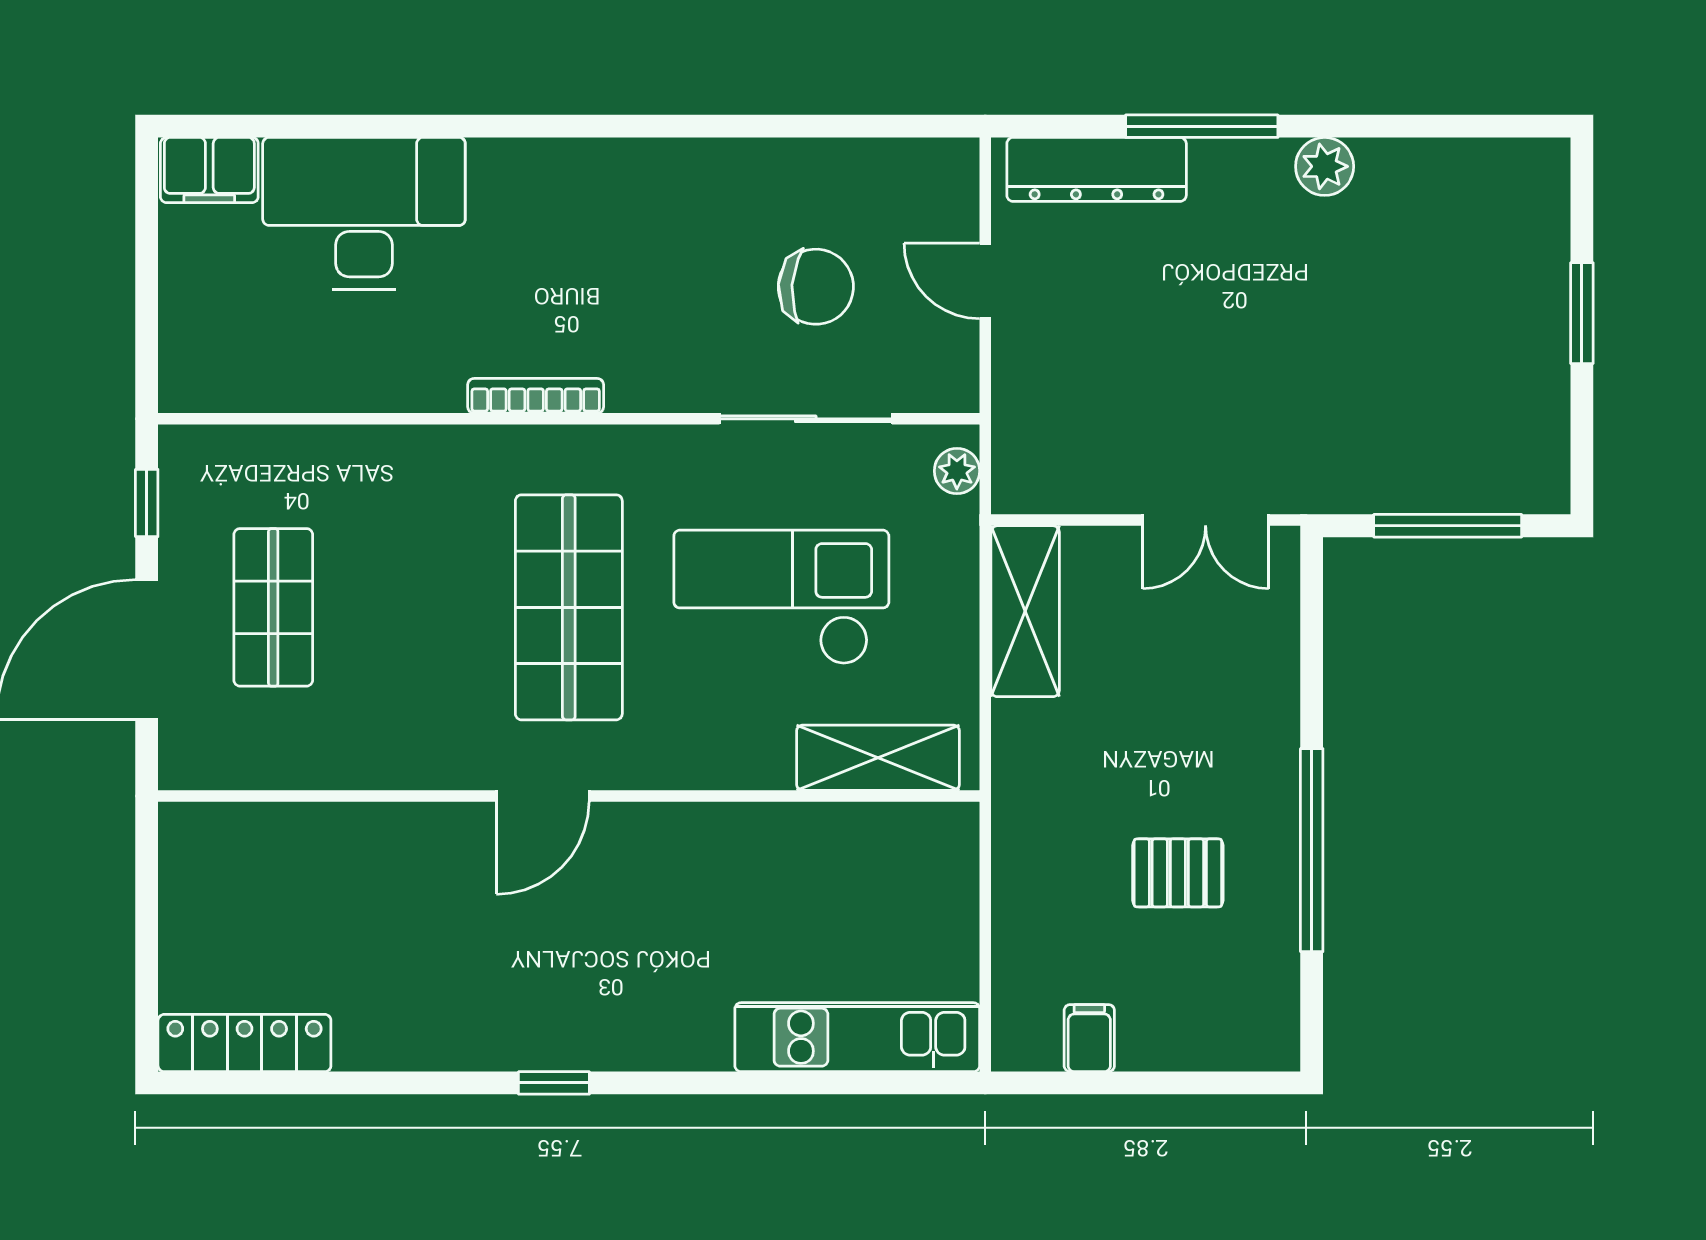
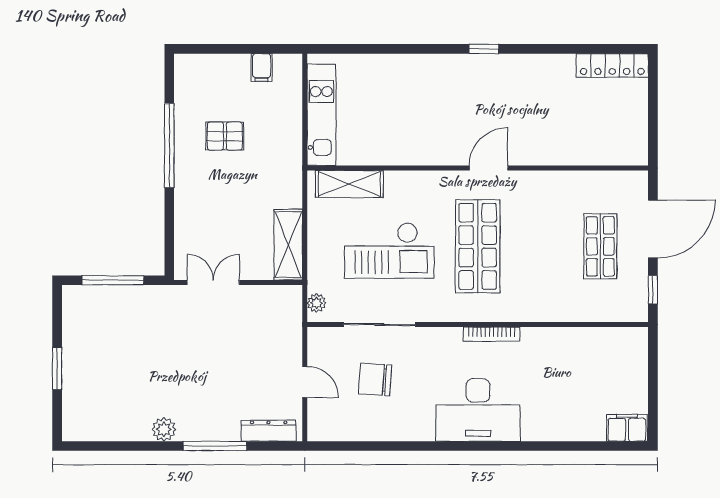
dresser: (1097, 169) -> (269, 431), width x0.73, depth x0.80
desk: (364, 213) -> (478, 410), moved
kitchen unit: (857, 1037) -> (321, 115), moved, turned -90

